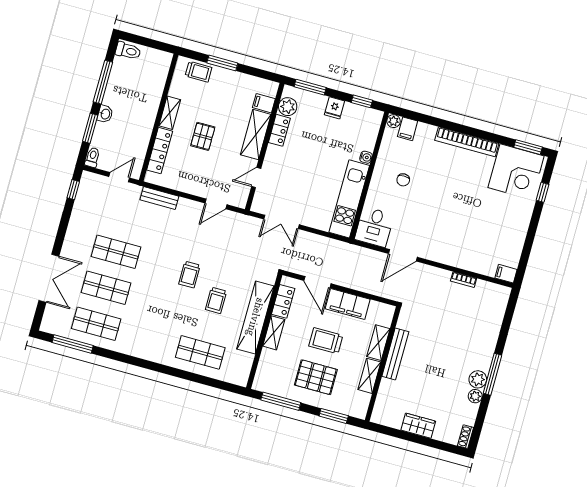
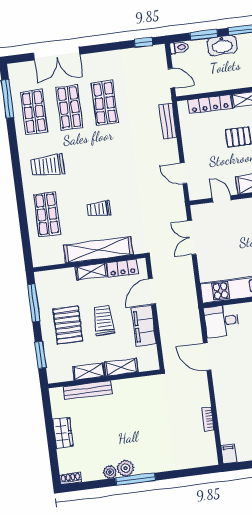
washbasin: (105, 114) -> (222, 45), width x1.91, depth x1.45
trolley: (189, 275) -> (47, 166), moved, width x1.36, depth x1.39
bench: (395, 354) -> (88, 390), moved

